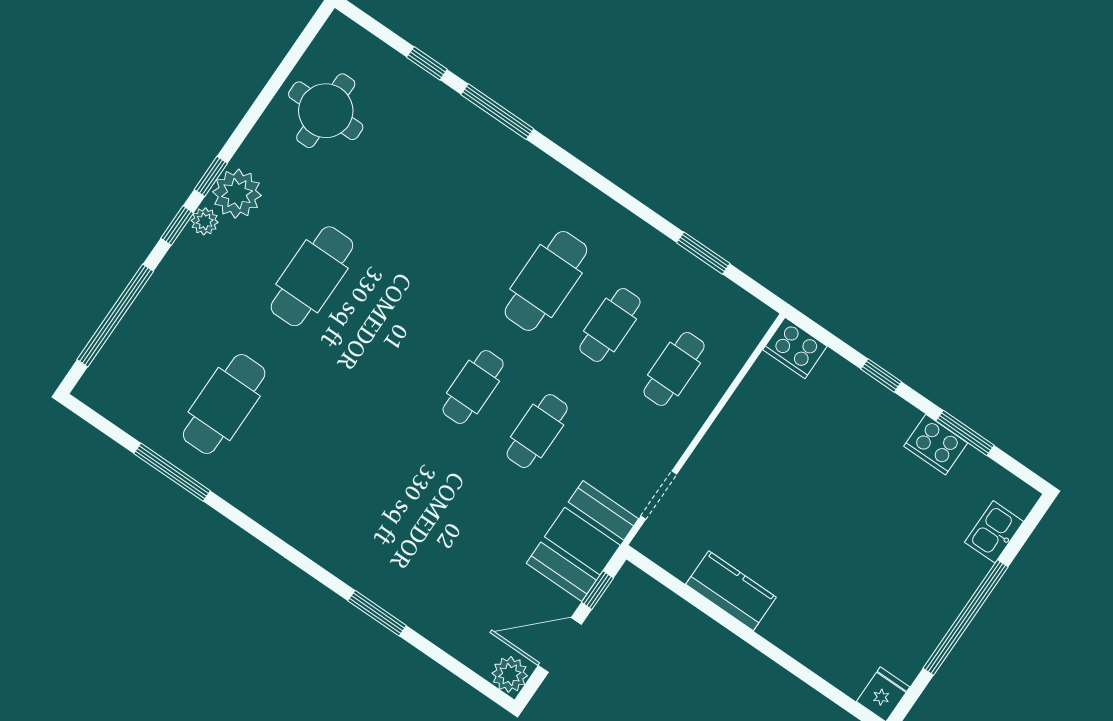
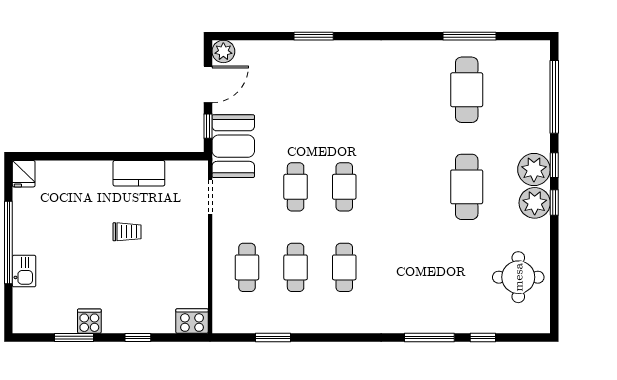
plant: (205, 221) -> (534, 170), width x1.87, depth x1.87
cafe table: (546, 281) -> (344, 267), width x0.73, depth x0.74
cooker: (936, 445) -> (89, 321), width x0.73
trolley: (800, 524) -> (127, 232), added
kitchen sink: (994, 532) -> (24, 271), moved

